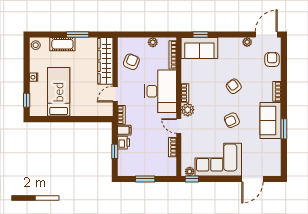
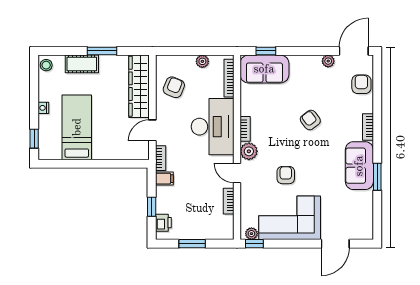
armchair: (232, 120) -> (286, 175), moved, turned 115
printer: (124, 143) -> (163, 223), moved

